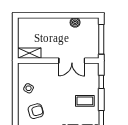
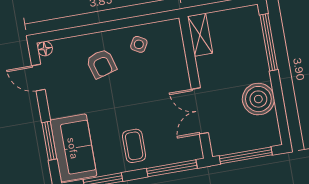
window: (40, 15) -> (269, 42), added
boiler: (75, 22) -> (258, 99), width x1.86, depth x1.86
window: (101, 82) -> (172, 168), width x2.17

